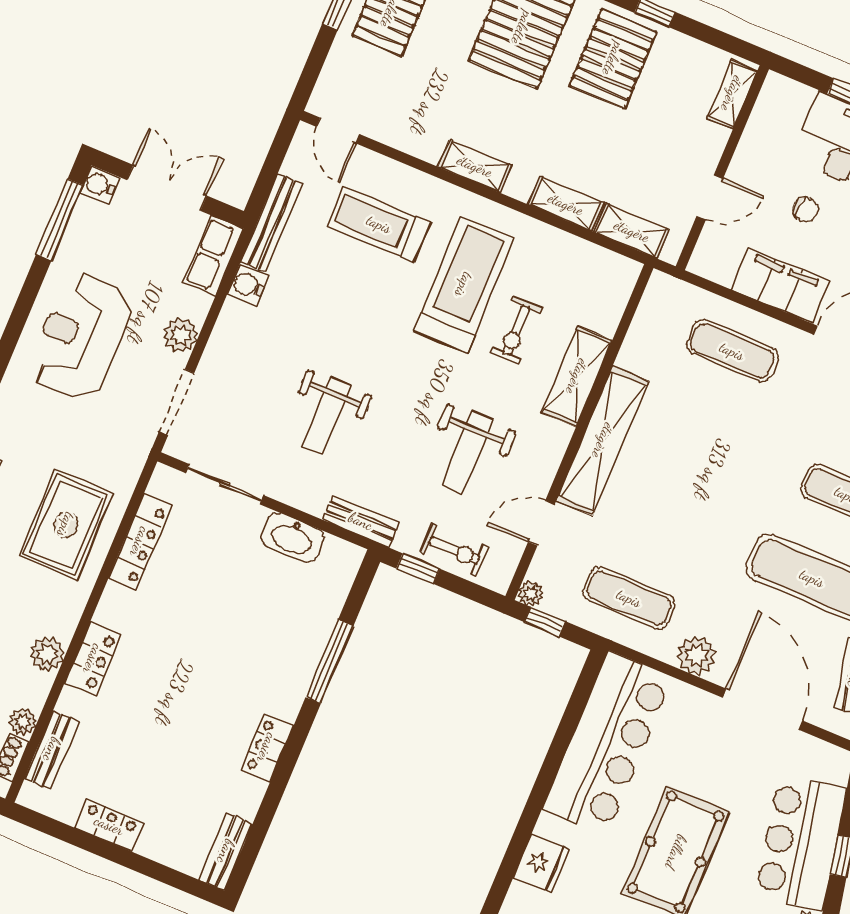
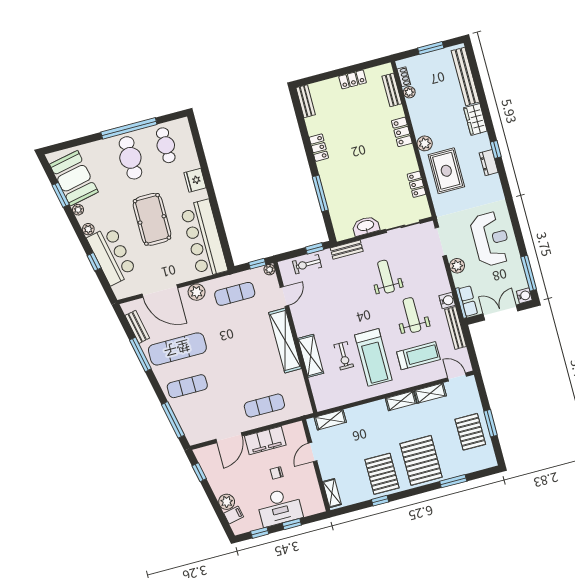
double door: (167, 188) -> (500, 312), swing flipped
shelving: (566, 204) -> (430, 393), moved
exercise bike: (516, 330) -> (344, 356), turned 180
weight bench: (467, 452) -> (412, 315), moved
locker: (140, 542) -> (417, 184), width x0.66
plant: (47, 654) -> (425, 143), moved

